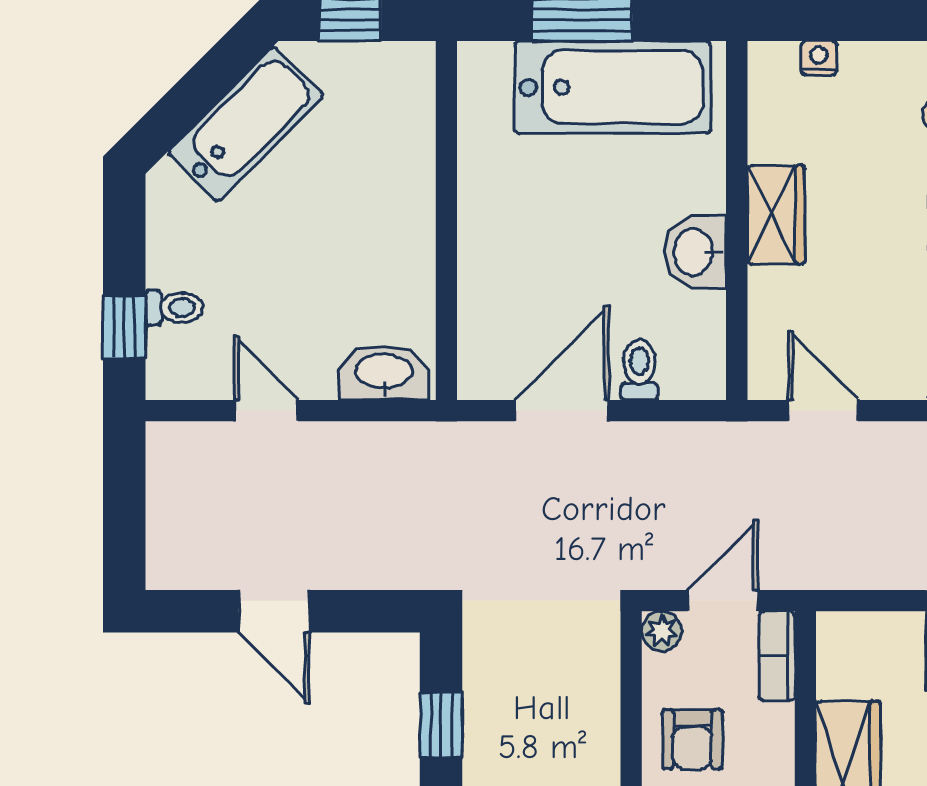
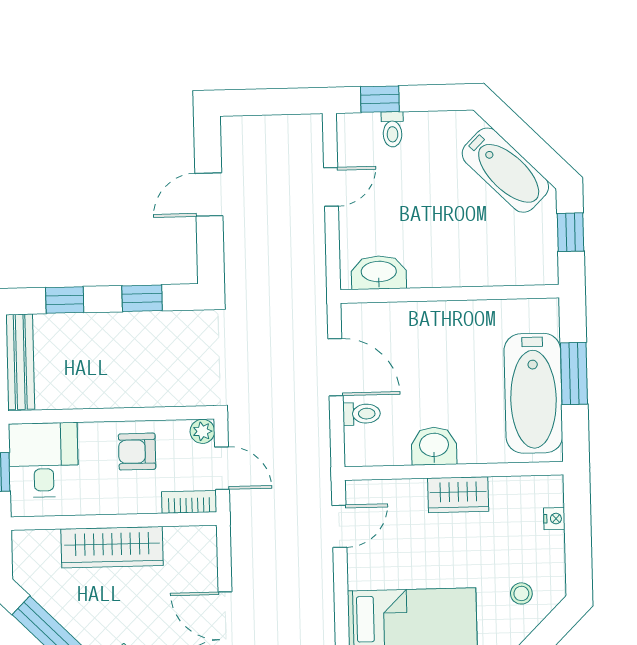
washbasin: (384, 373) -> (379, 272), moved, turned -90

